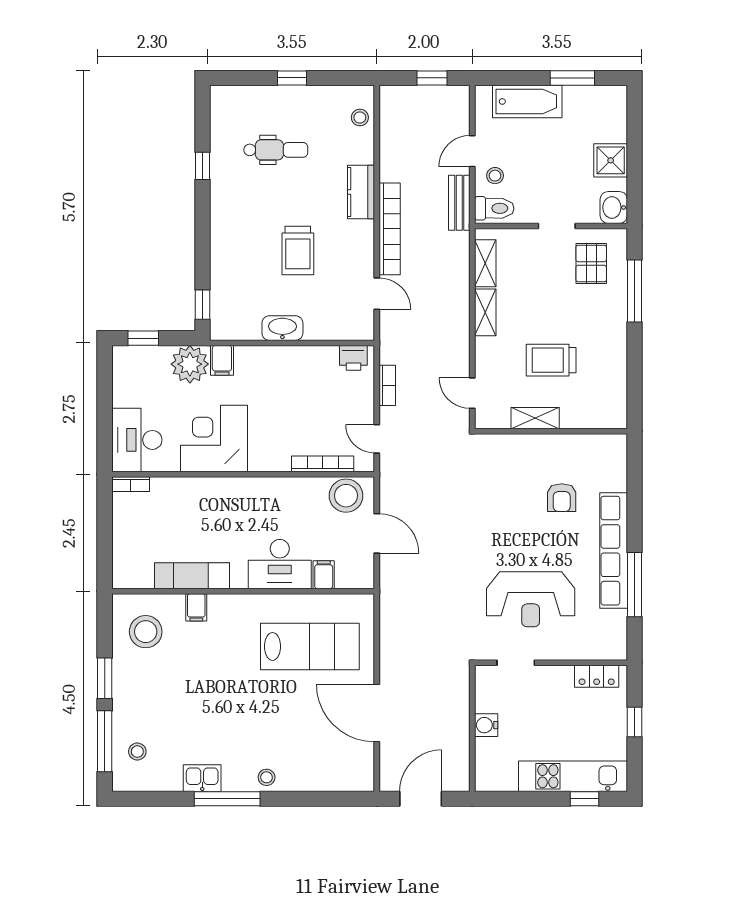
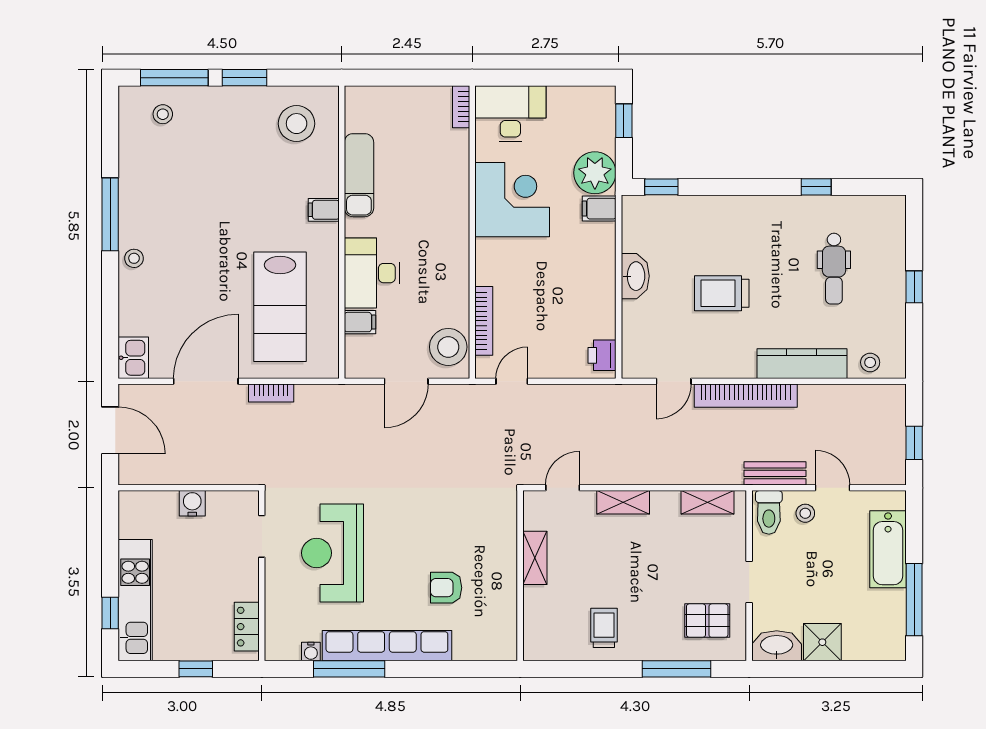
window: (572, 78) -> (914, 600), width x1.44
kitchen counter: (361, 192) -> (802, 364), width x1.50
washbasin: (614, 207) -> (777, 646), width x1.38
shelving: (485, 312) -> (623, 502), moved
trolley: (551, 360) -> (604, 628), moved, width x0.73, depth x0.72
bookcase: (387, 385) -> (271, 393), moved
filing cabinet: (196, 607) -> (324, 210), moved
water cooler: (619, 619) -> (311, 652), added
kitchen sink: (202, 778) -> (133, 358), moved

